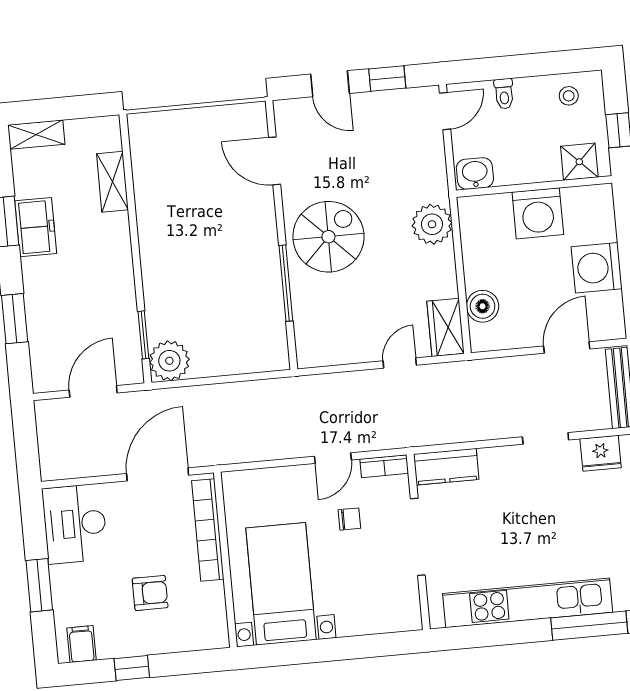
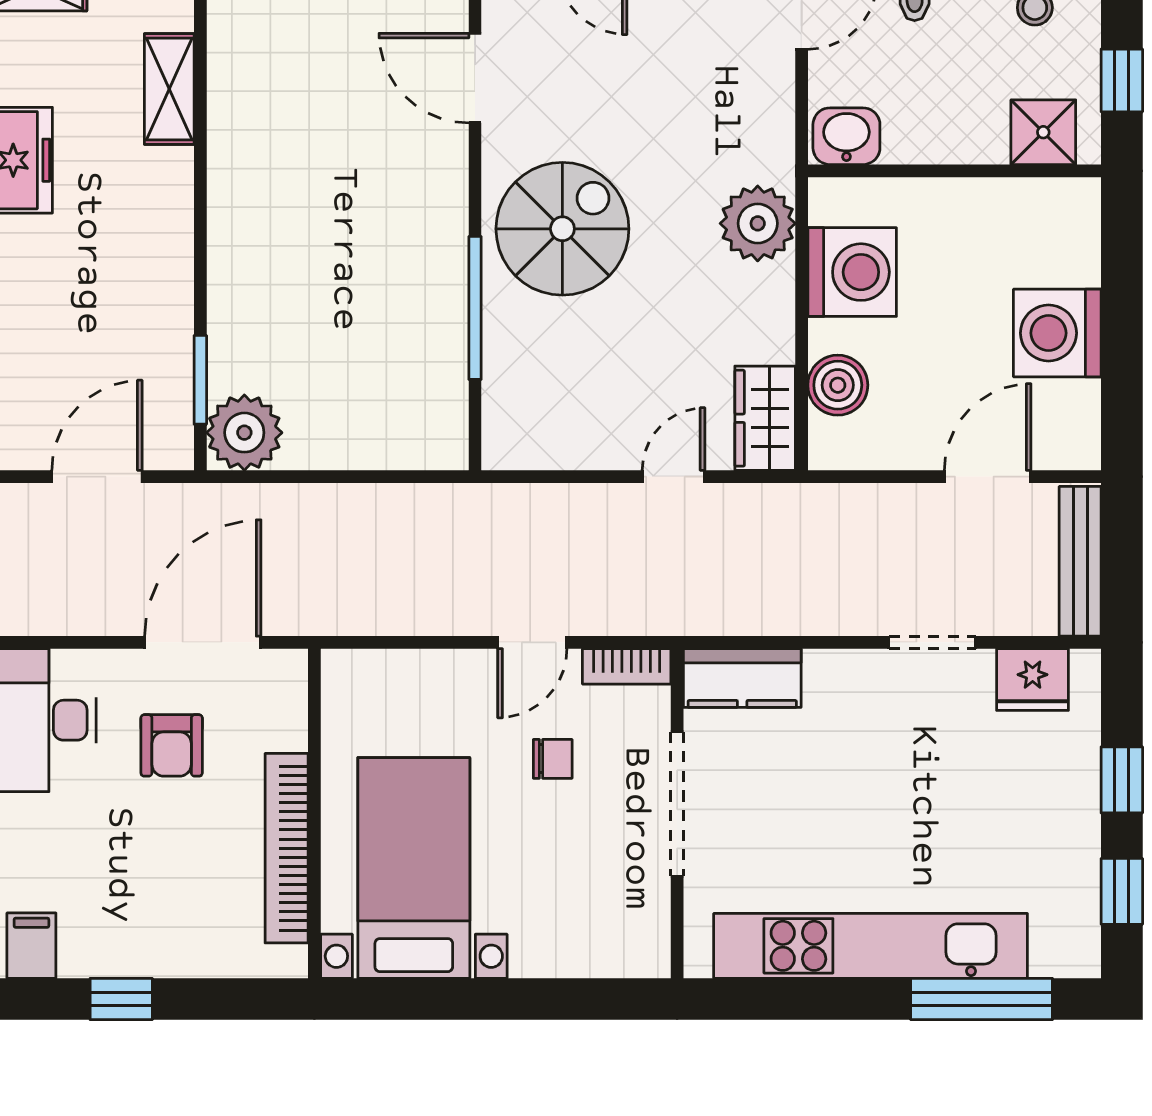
washing machine: (538, 213) -> (852, 272), moved, turned -90
bookcase: (208, 530) -> (287, 848), moved
armchair: (150, 593) -> (172, 745), moved, turned 90

